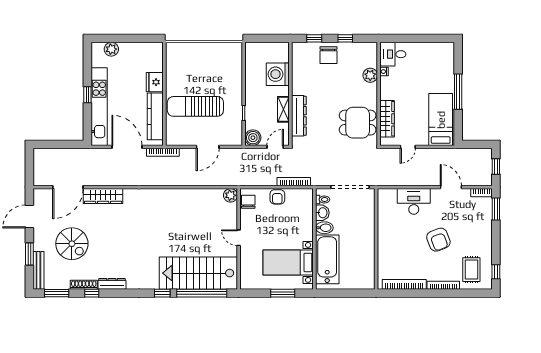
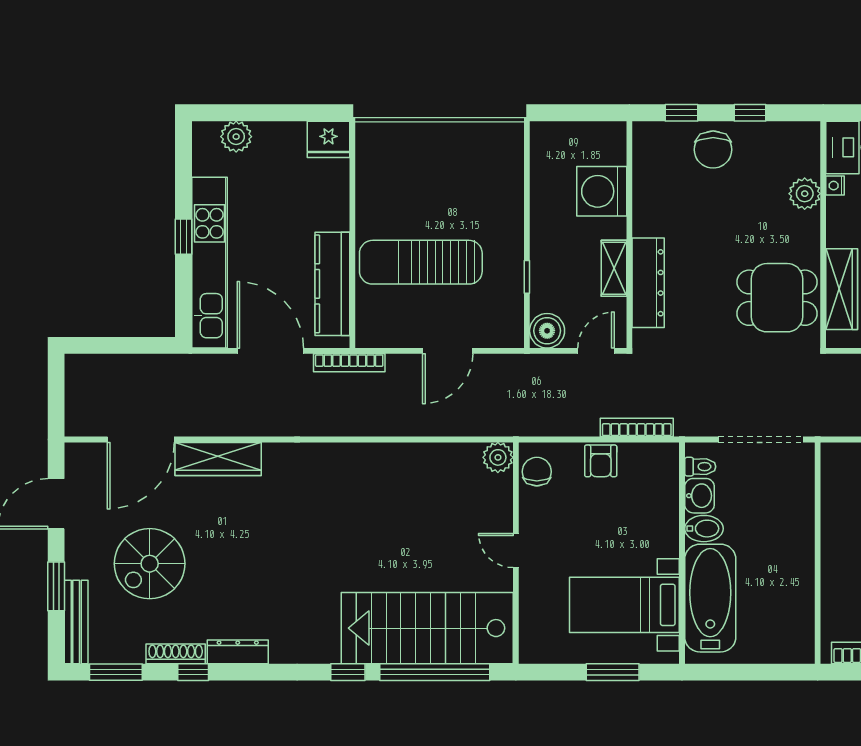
fridge: (155, 82) -> (329, 139), moved, turned -90
spiral stairs: (72, 244) -> (150, 564), turned 90

